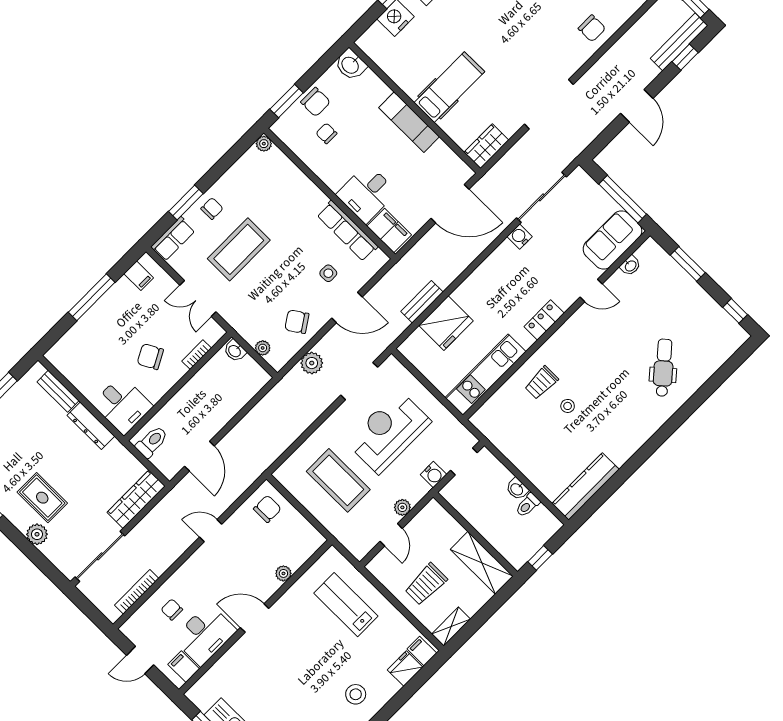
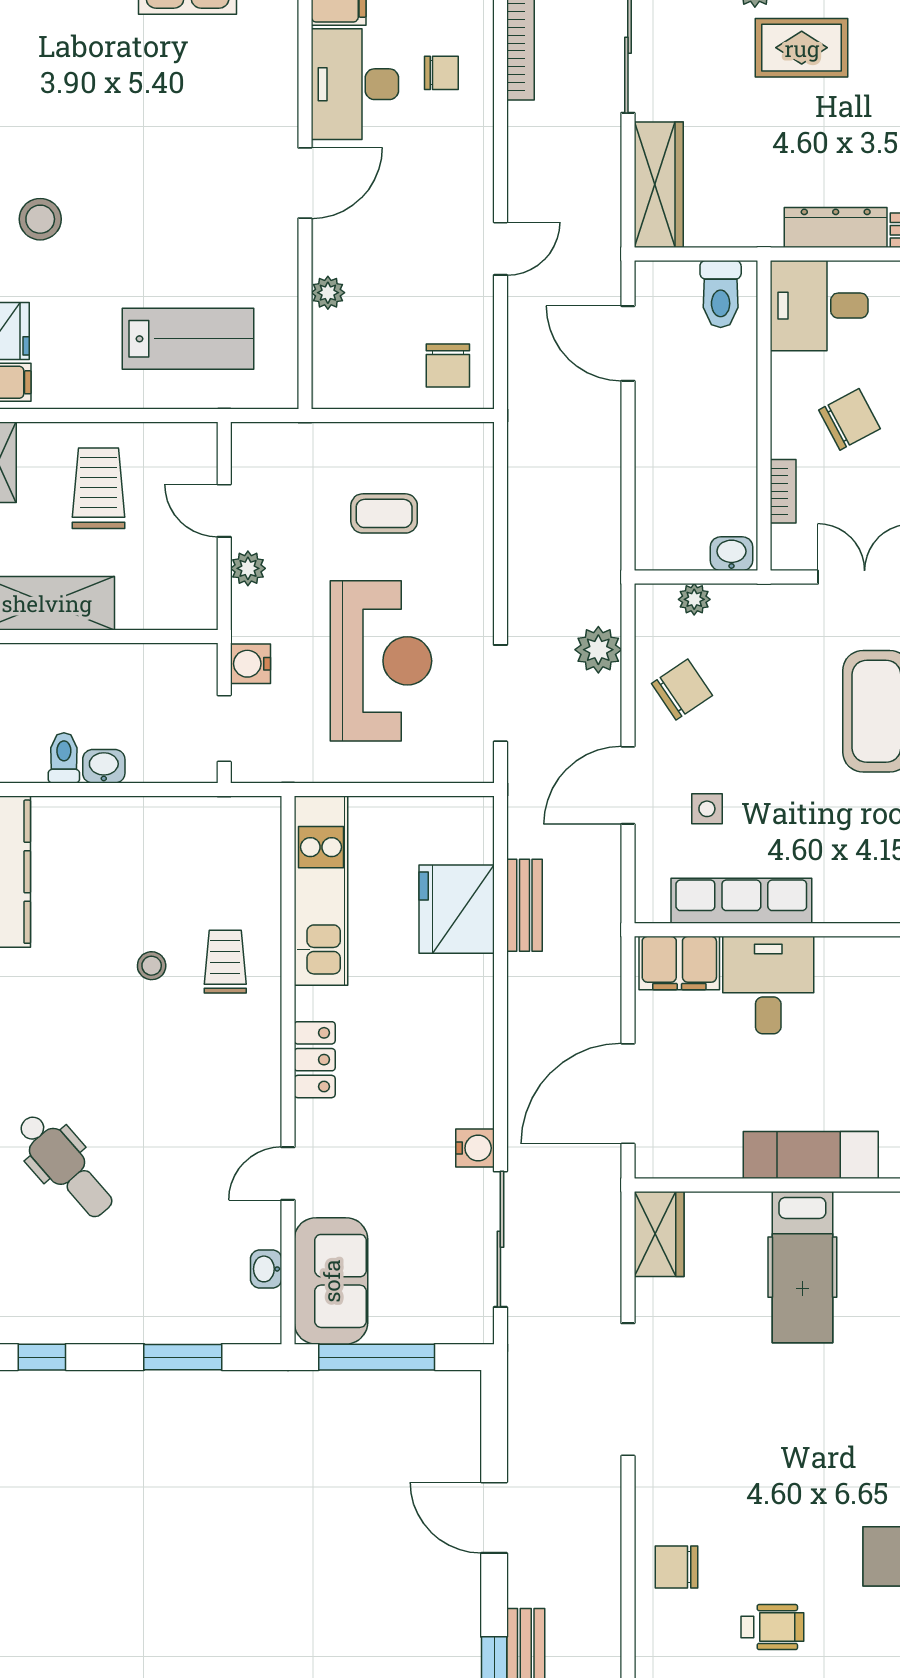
coffee table: (338, 480) -> (384, 513), width x0.54, depth x0.58

